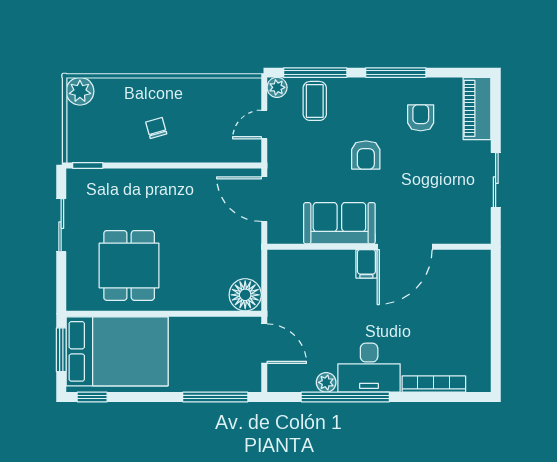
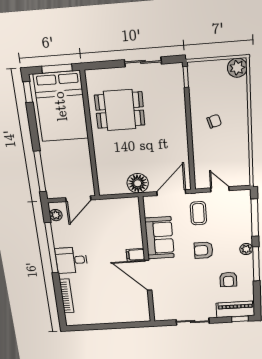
plant: (277, 87) -> (246, 249), moved
coffee table: (315, 101) -> (198, 213), moved, turned 90
window: (496, 102) -> (240, 319), added
armchair: (421, 118) -> (228, 279), turned 90
floor lamp: (245, 295) -> (138, 183), moved
desk: (369, 368) -> (71, 260), width x0.73
plant: (326, 382) -> (56, 215), moved

